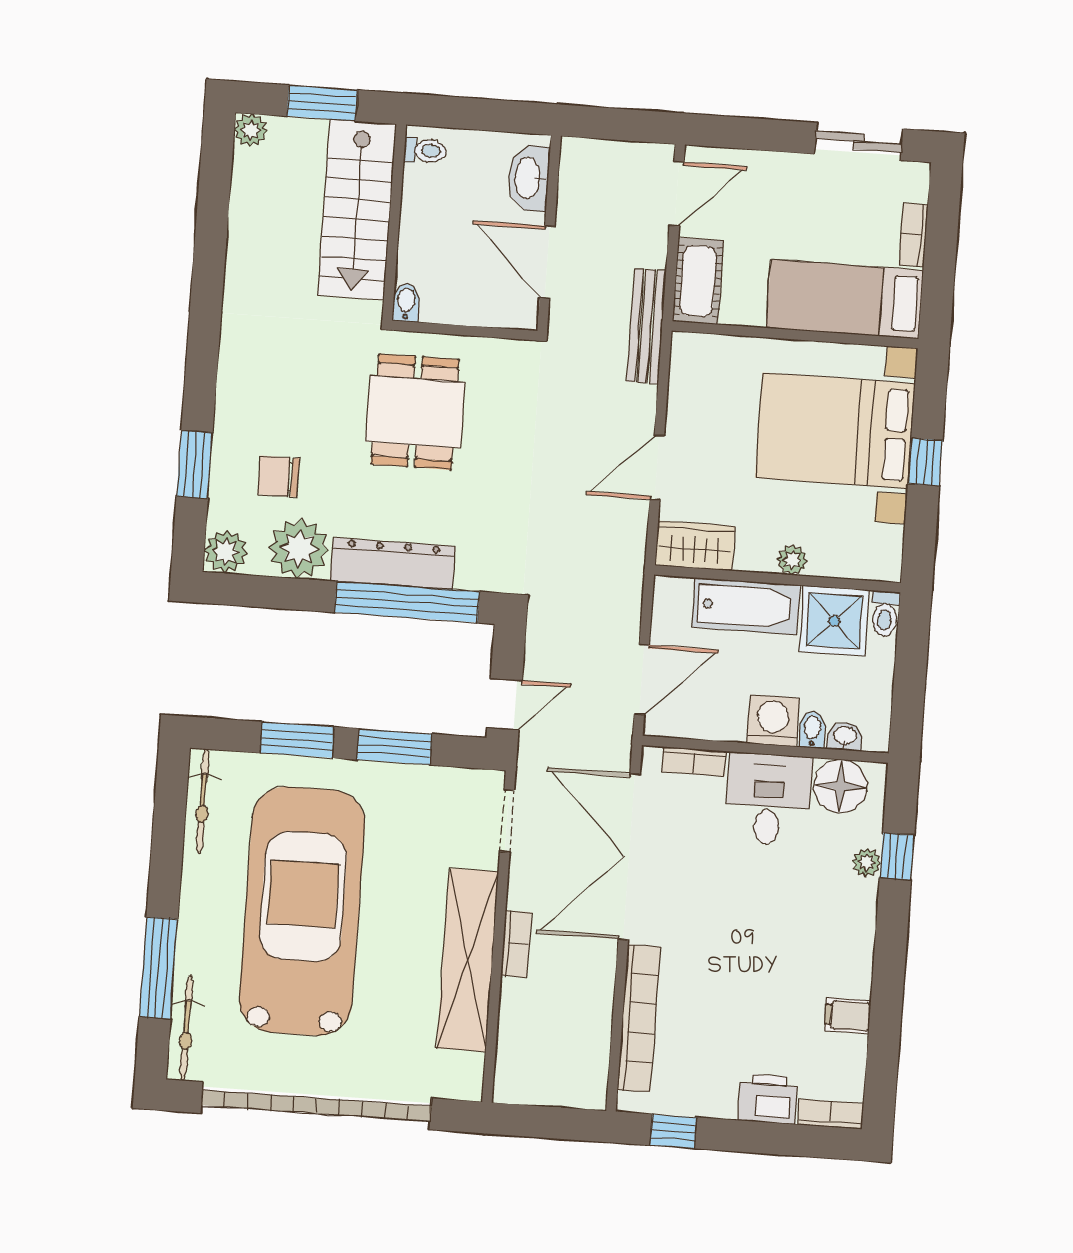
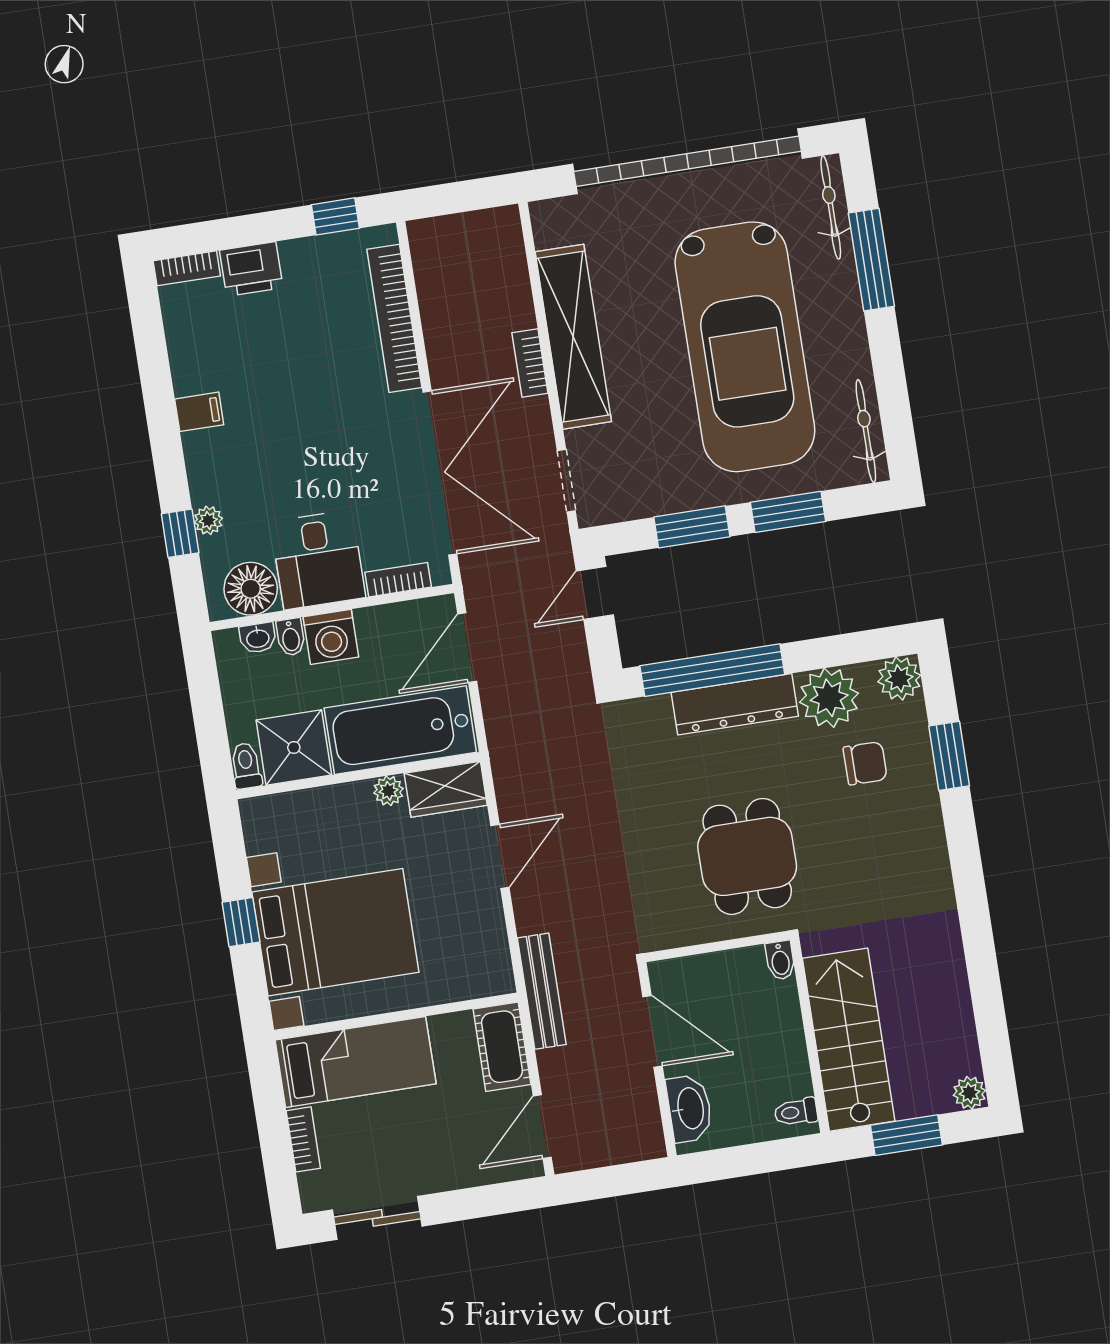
plant: (792, 560) -> (388, 791), moved
bathtub: (746, 606) -> (400, 730), width x1.36, depth x1.36
filing cabinet: (848, 1016) -> (199, 412), moved

